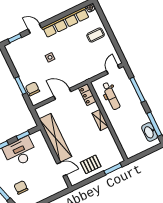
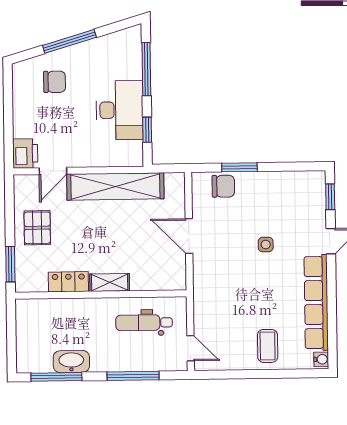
door: (62, 94) -> (189, 236), swing flipped
locker: (87, 95) -> (68, 282), moved
washbasin: (150, 132) -> (71, 362), moved
printer: (60, 186) -> (25, 153), added

